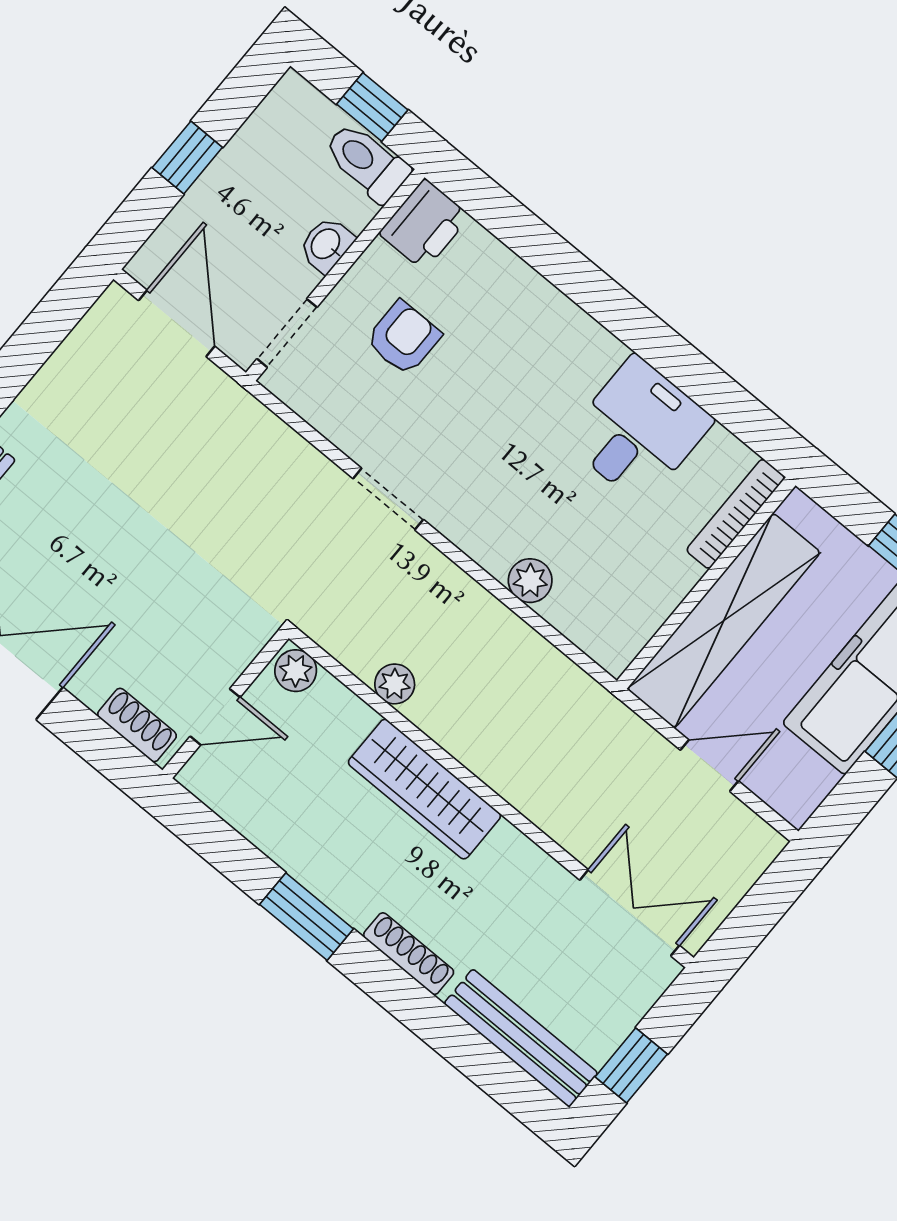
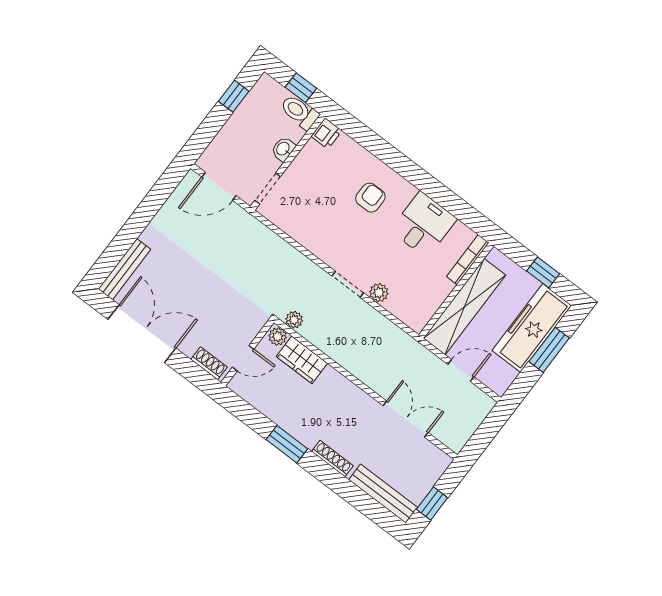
window: (187, 158) -> (234, 96), moved
printer: (424, 225) -> (326, 133), width x0.73, depth x0.81
door: (177, 323) -> (219, 186), swing flipped
armchair: (403, 338) -> (370, 198), moved
doorway: (388, 499) -> (348, 284), moved
plant: (395, 684) -> (294, 320), moved
wardrobe: (424, 789) -> (302, 360), moved, width x0.67
double door: (630, 913) -> (406, 419), moved

